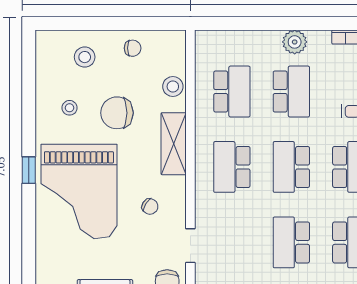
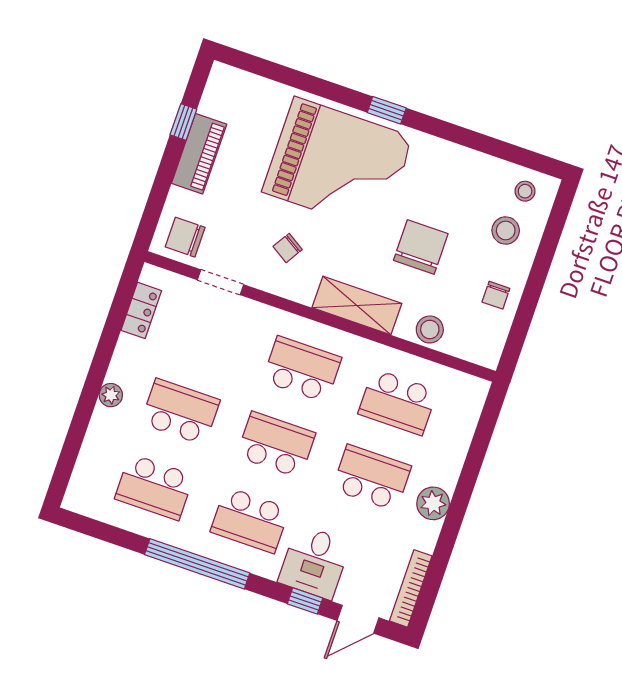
school desk: (291, 92) -> (372, 478), turned 180
stool: (70, 108) -> (525, 191), moved
grand piano: (79, 191) -> (338, 164), turned 180

